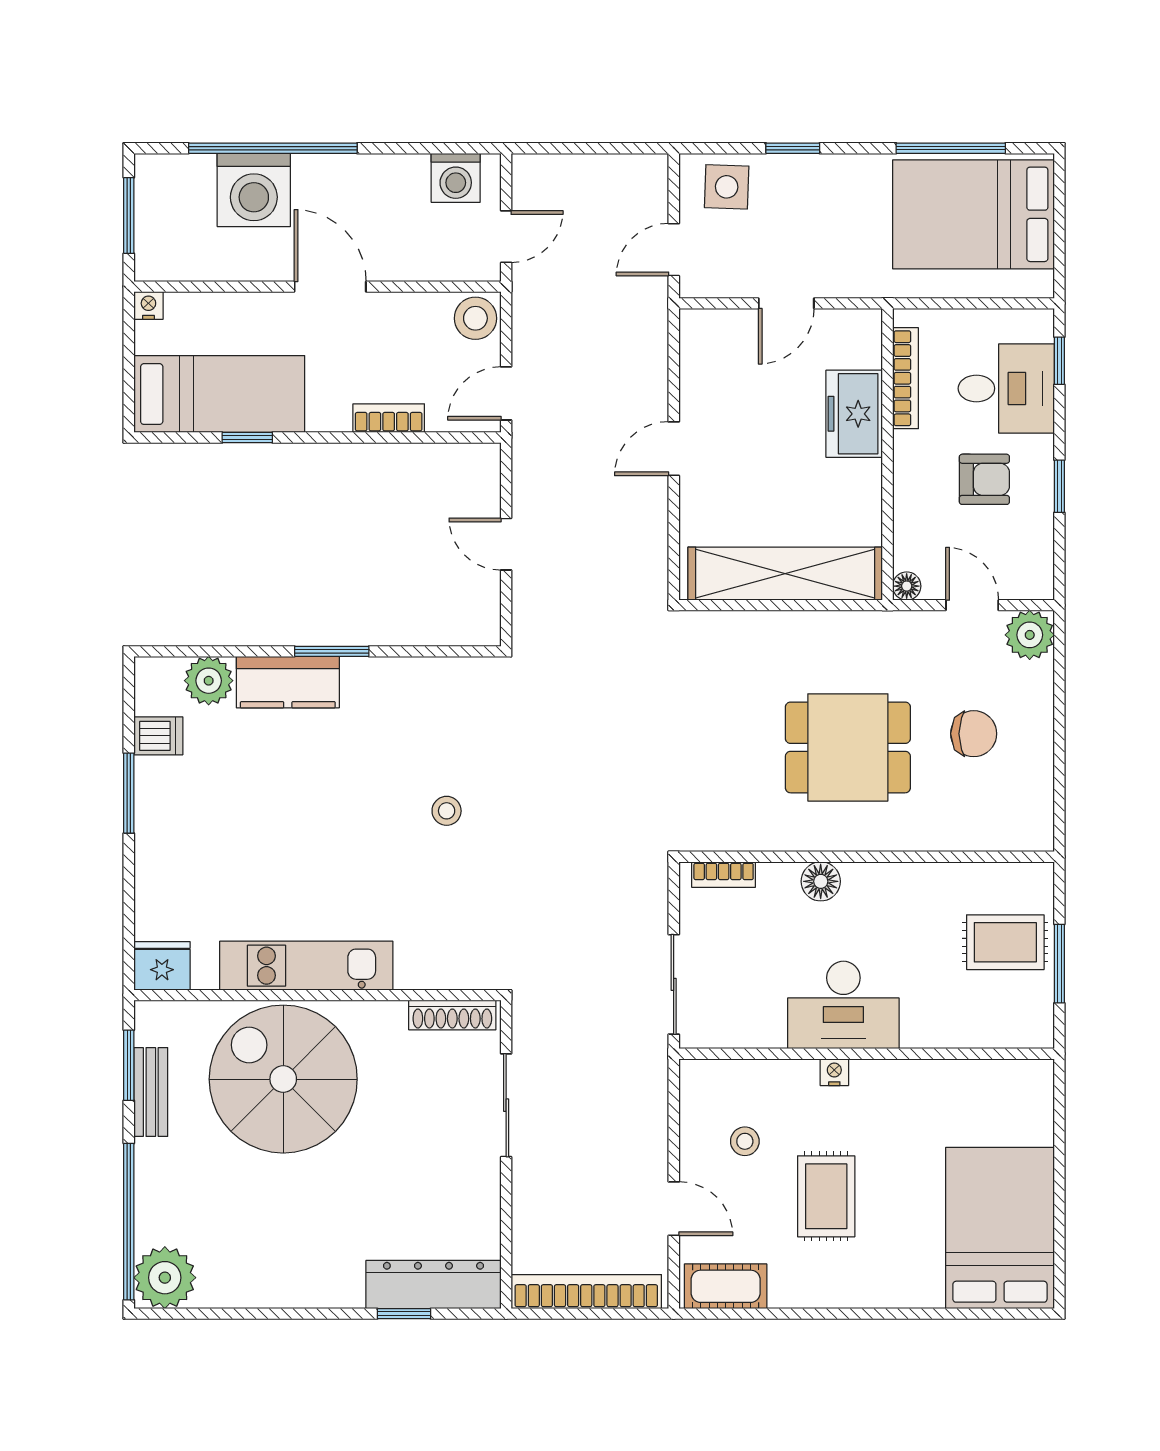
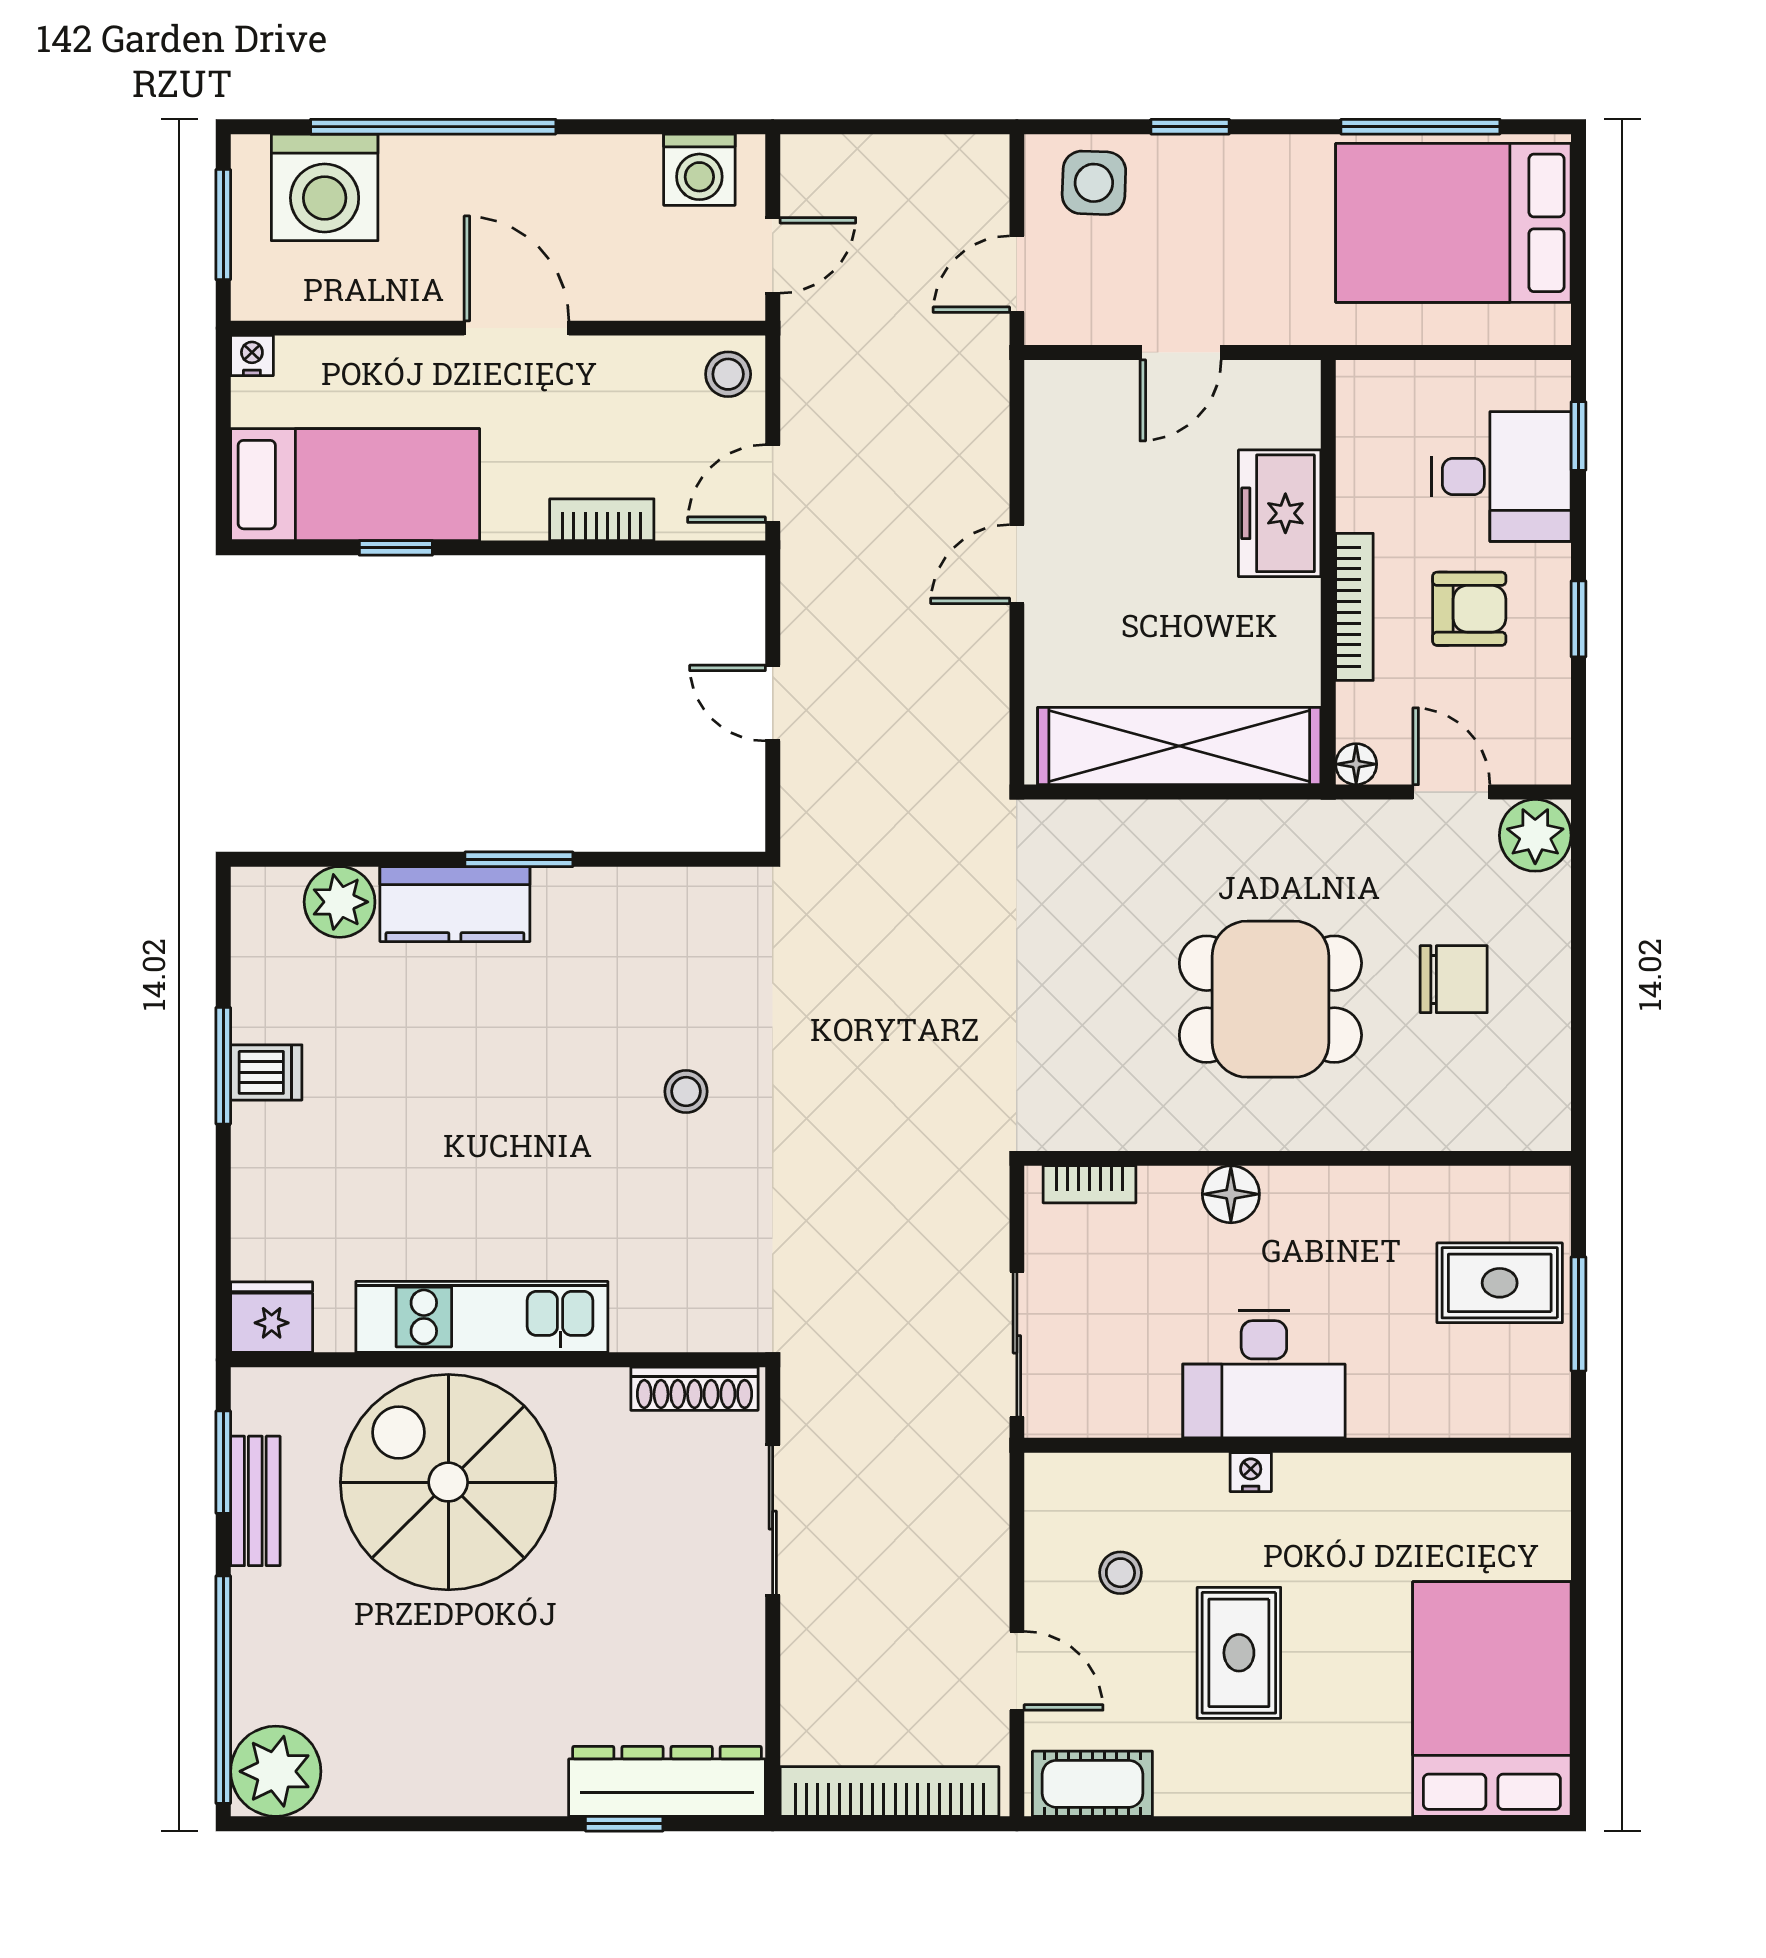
washing machine: (254, 190) -> (325, 187), moved
stool: (475, 318) -> (728, 374), width x0.73, depth x0.73
bookcase: (905, 378) -> (1354, 607), moved
dishwasher: (158, 736) -> (266, 1072), moved

